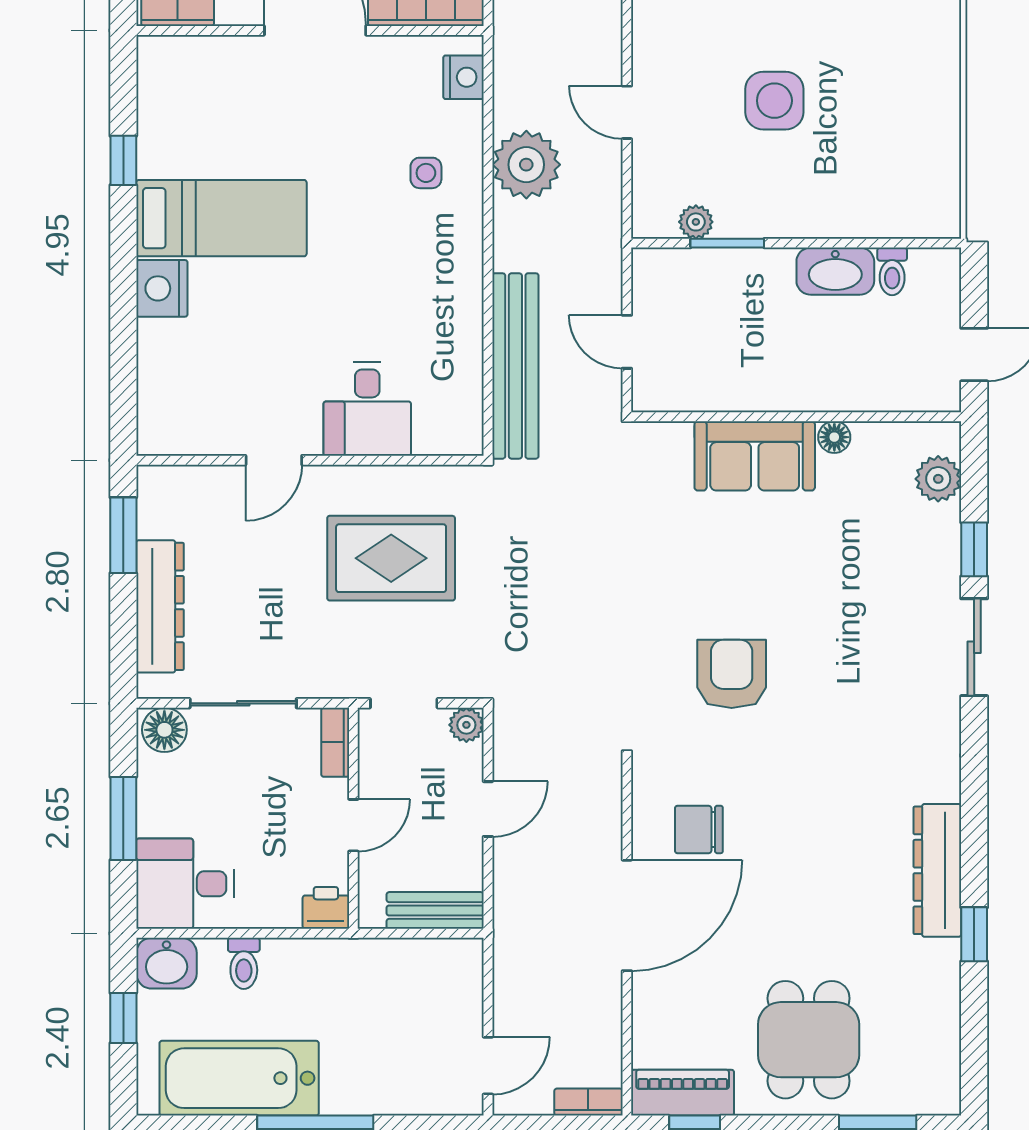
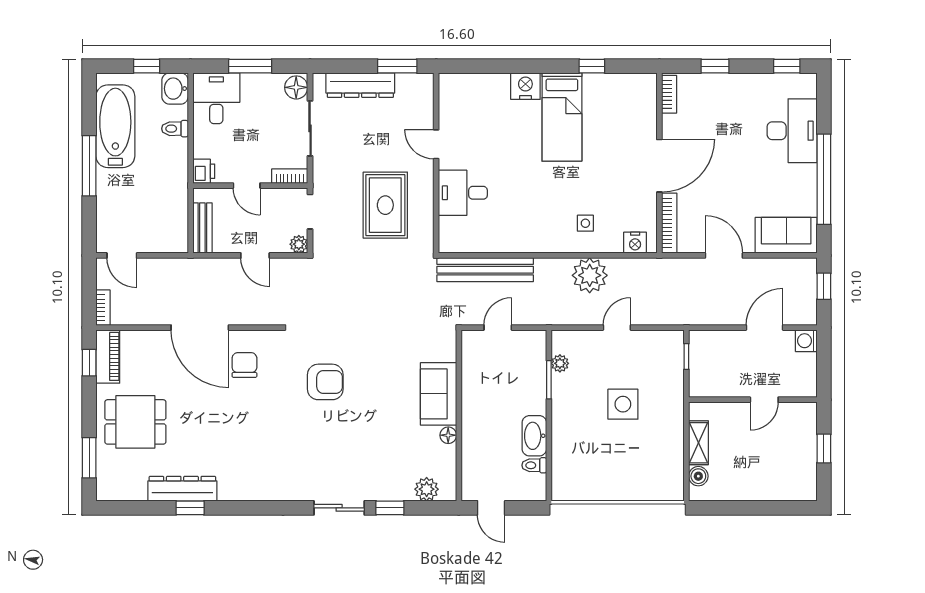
dresser: (937, 870) -> (182, 489), moved

